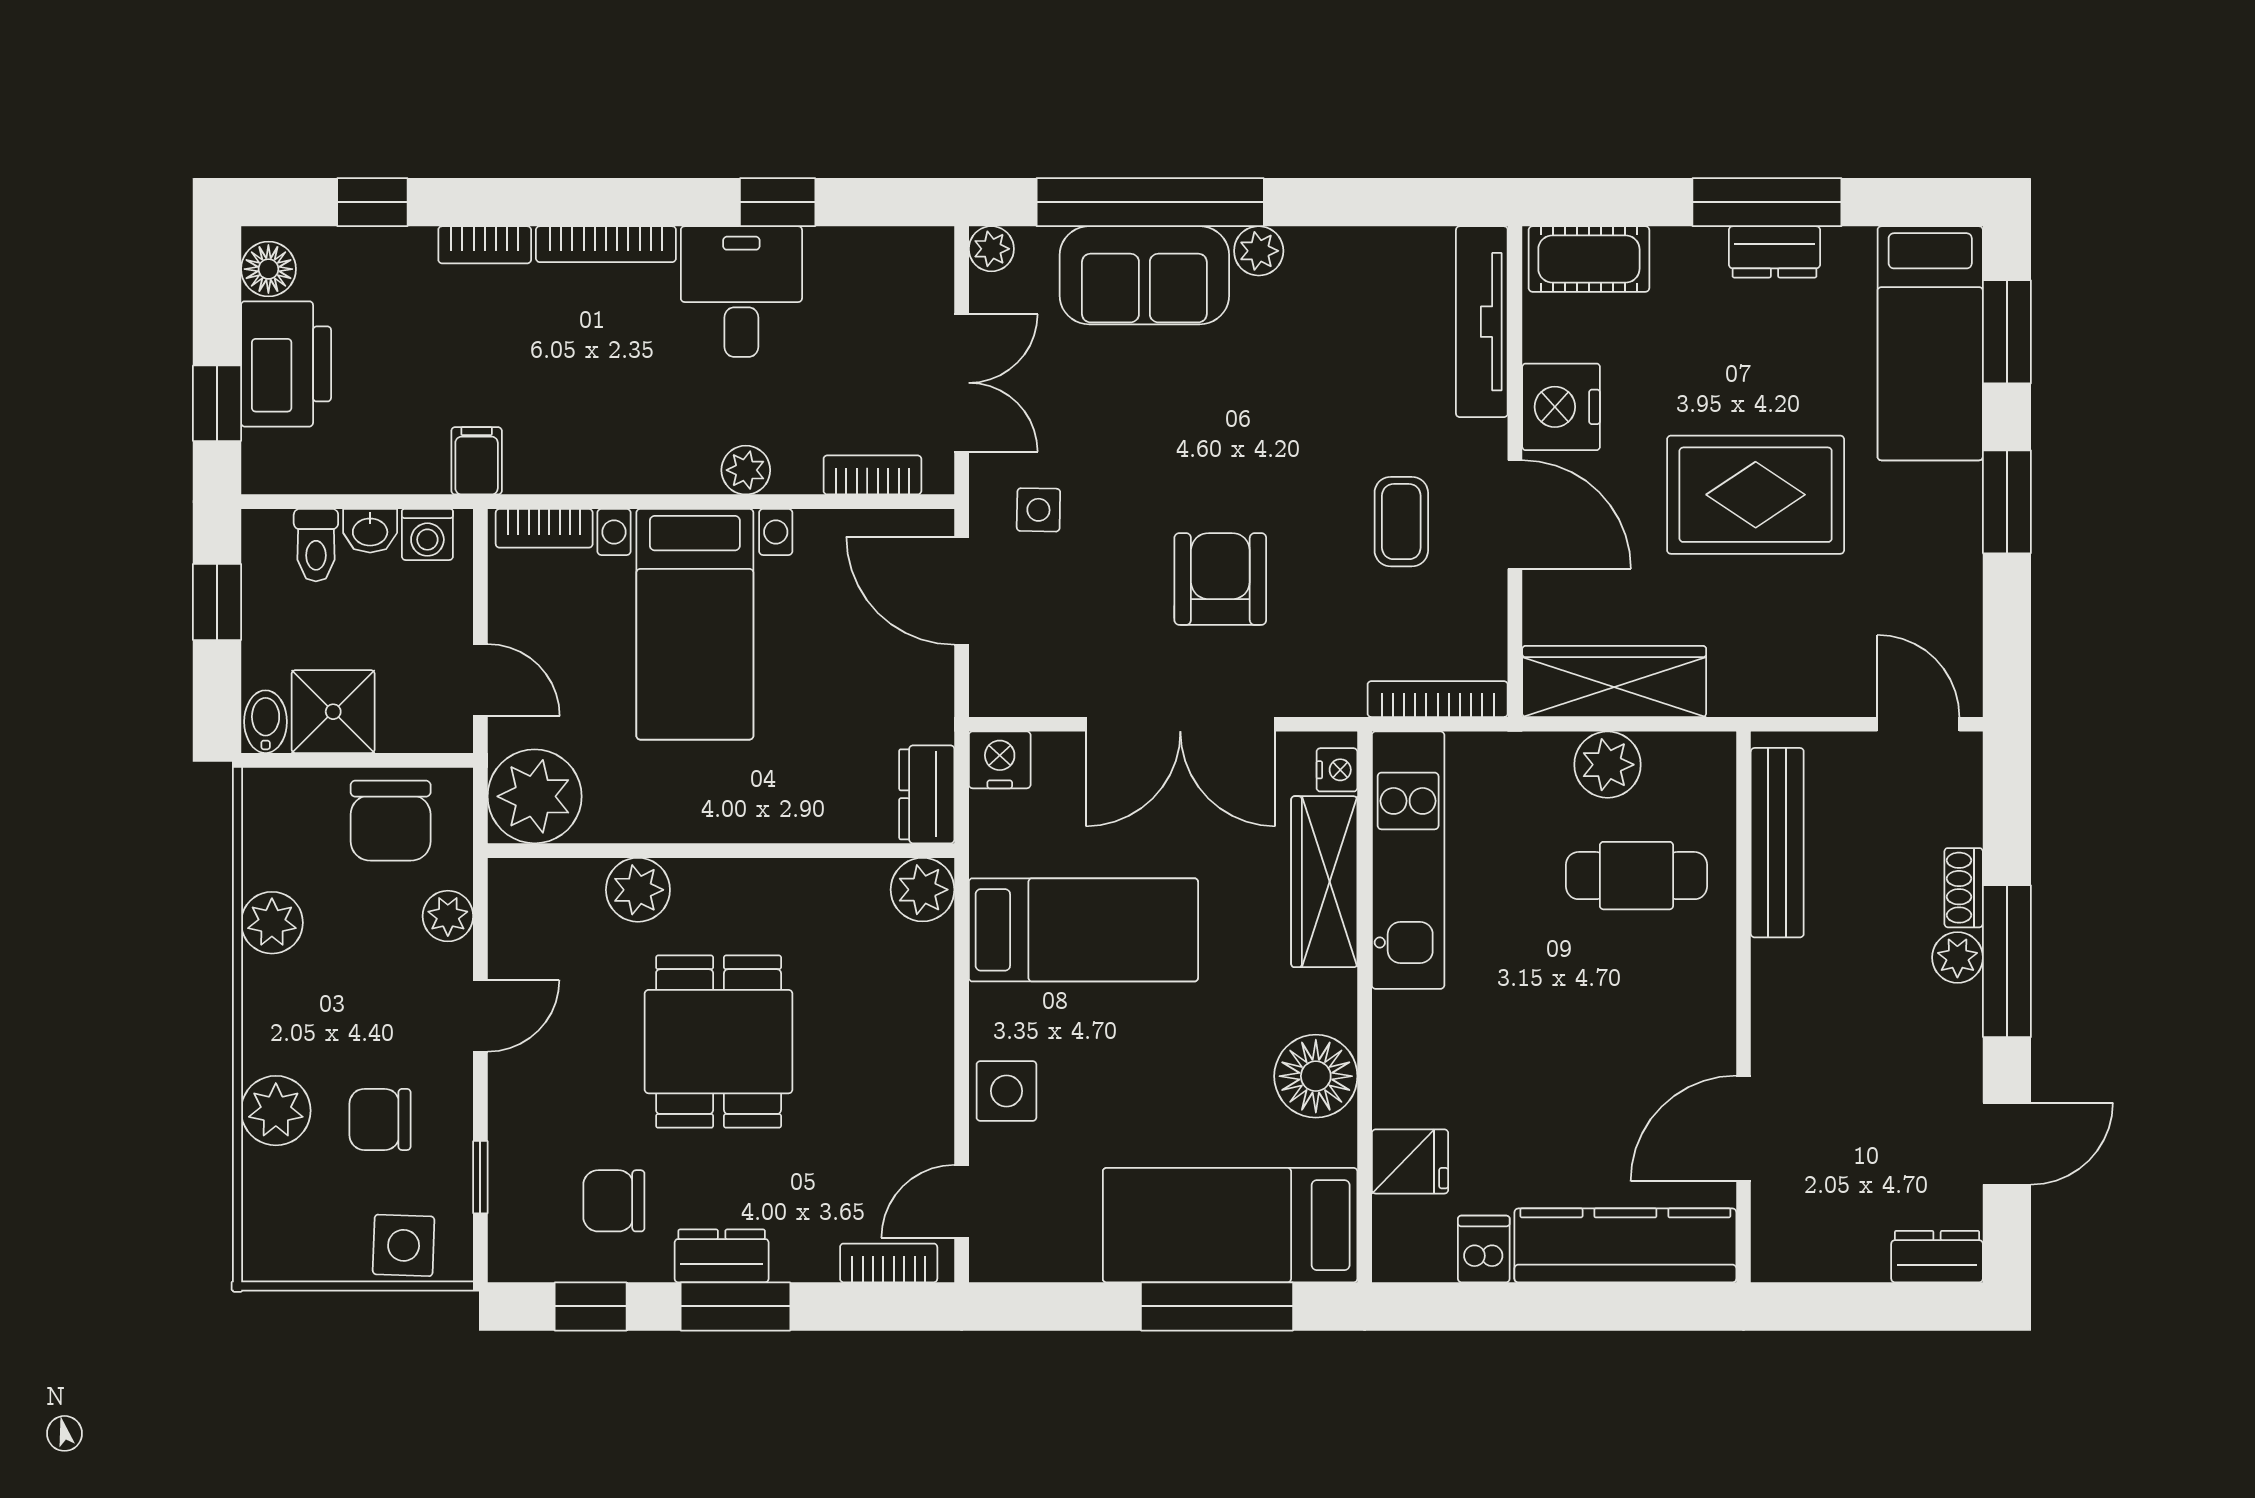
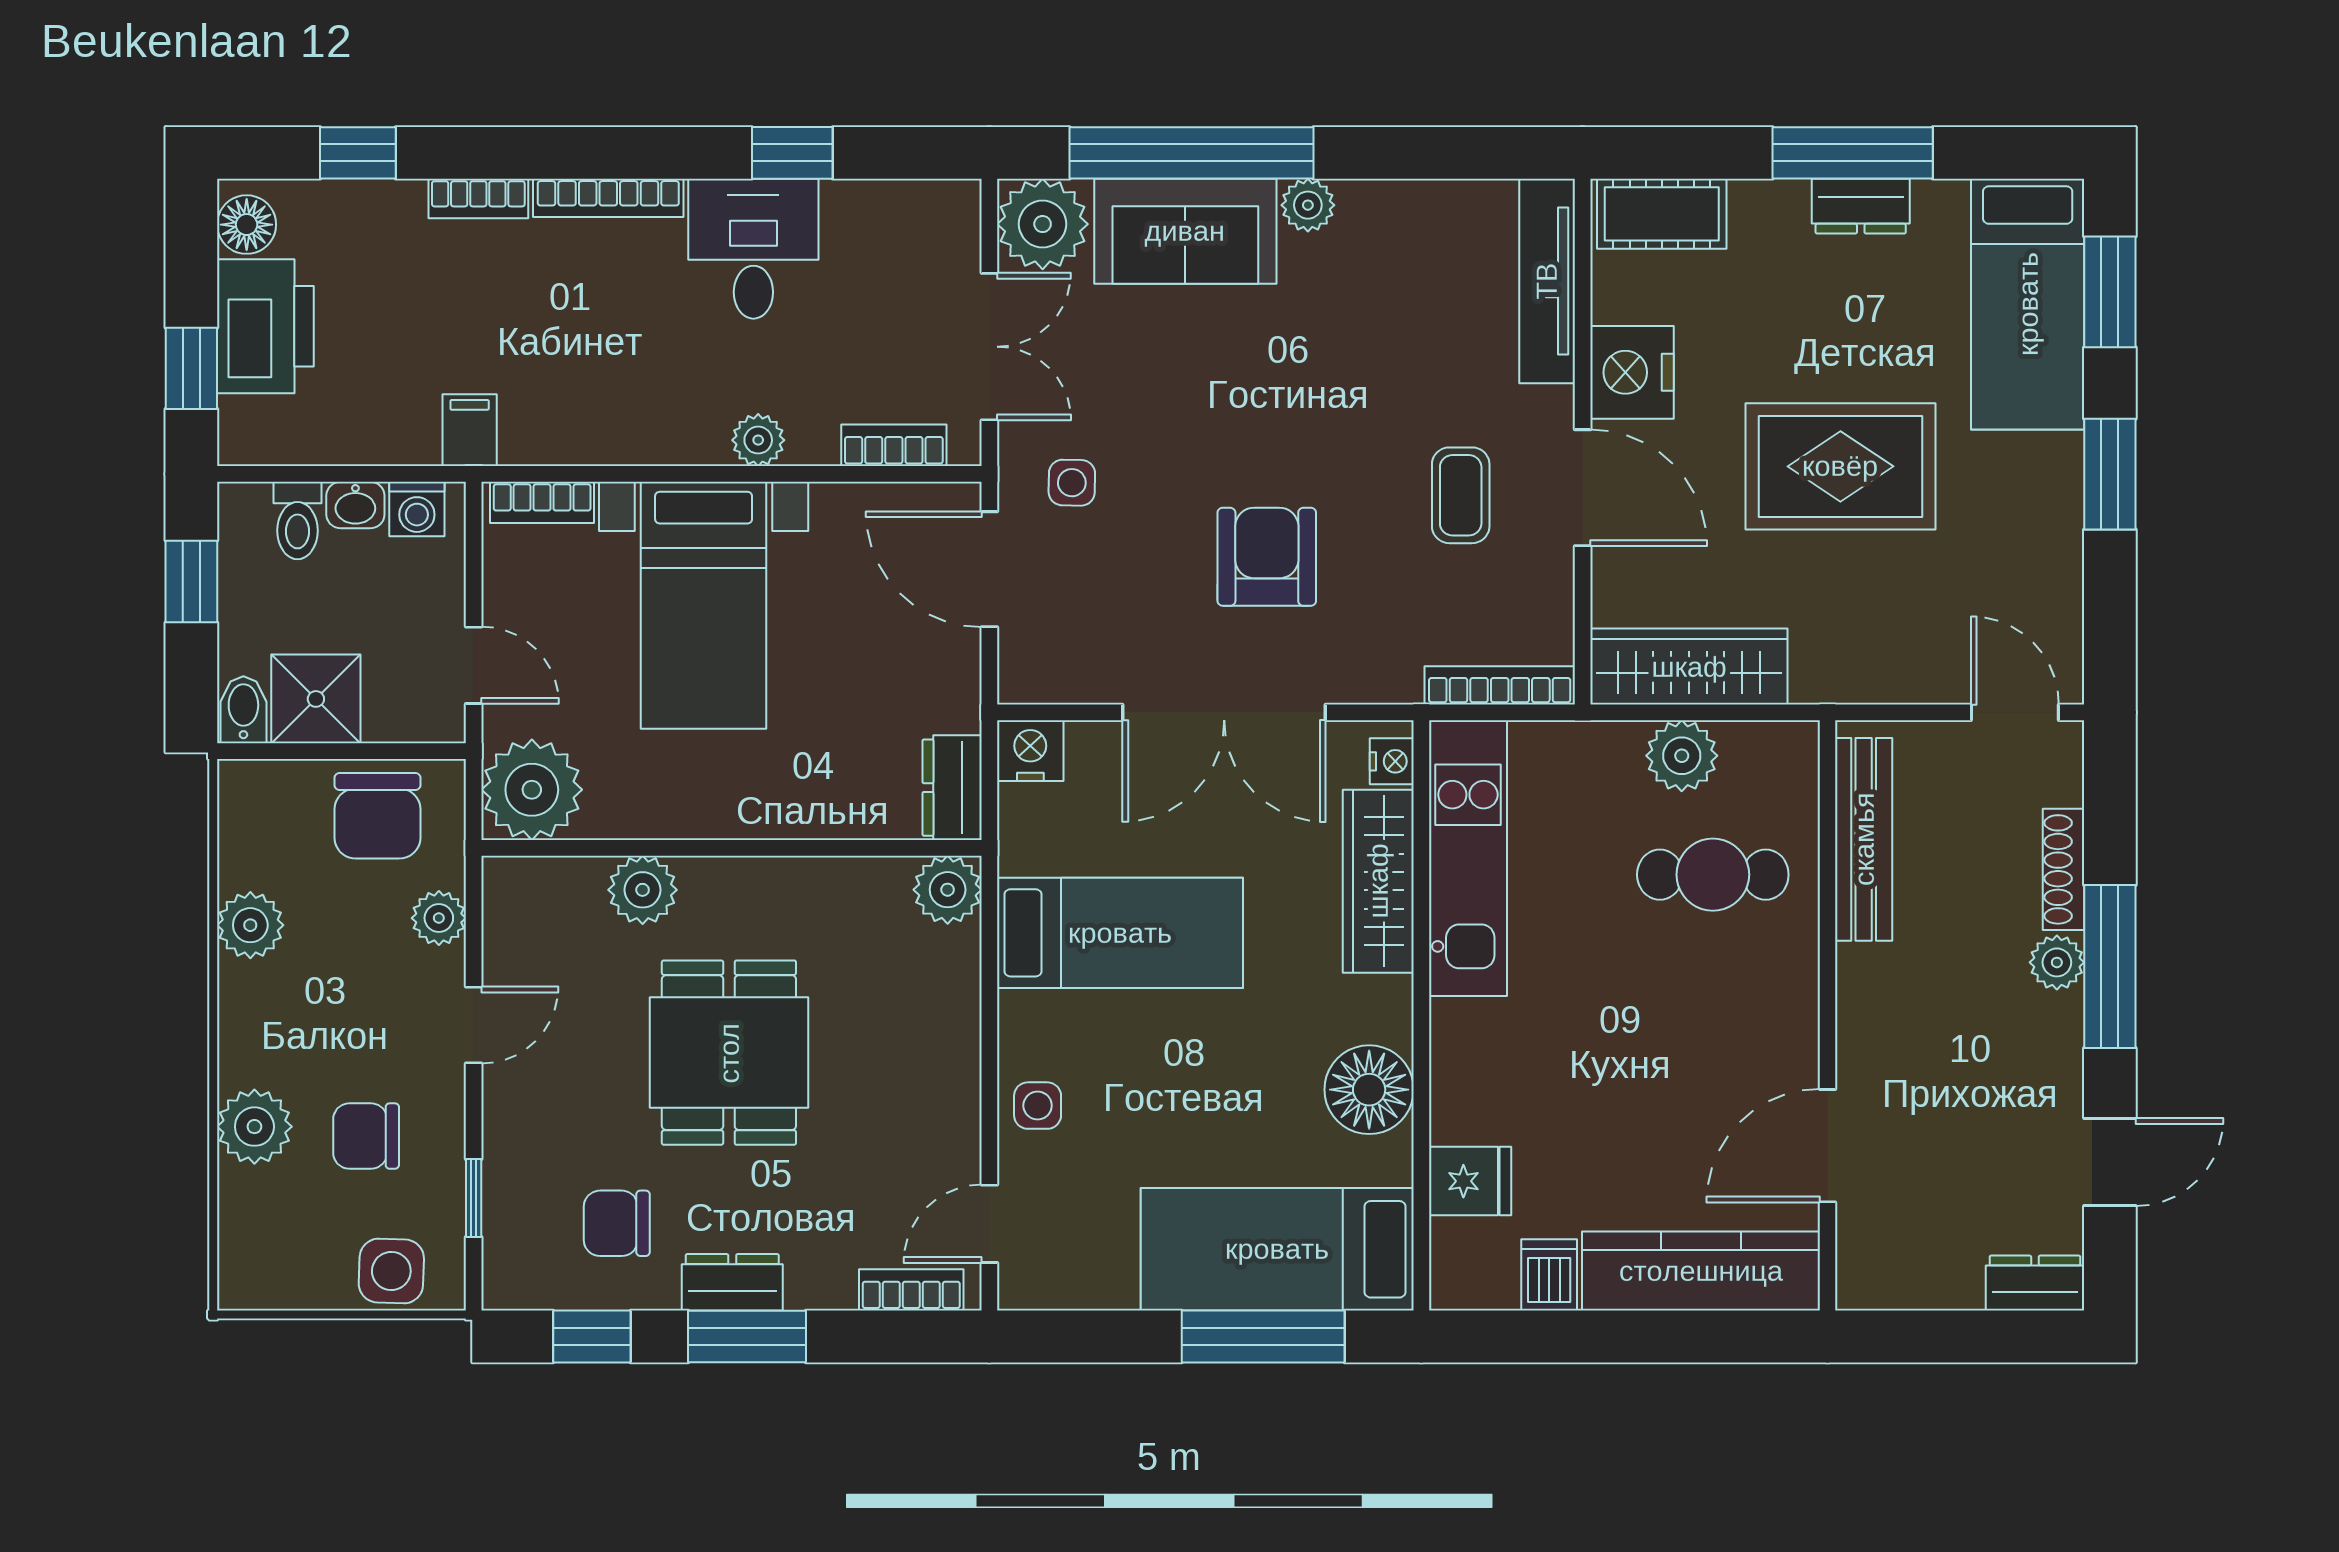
plant: (991, 249) -> (1043, 224), width x1.88, depth x1.88
shoe rack: (1964, 888) -> (2063, 869), width x1.43
side table: (1006, 1091) -> (1038, 1106), width x0.73, depth x0.73

